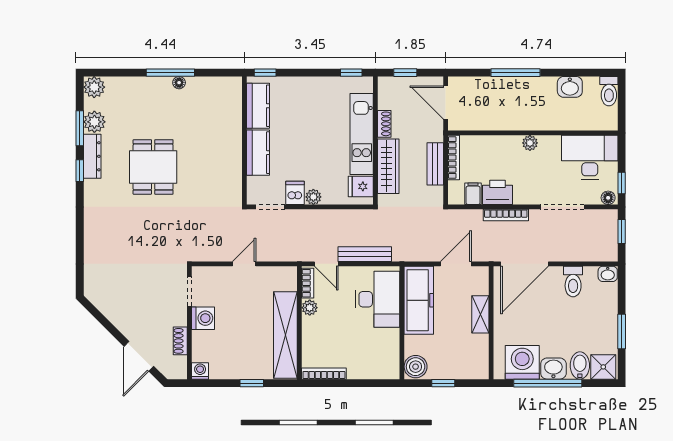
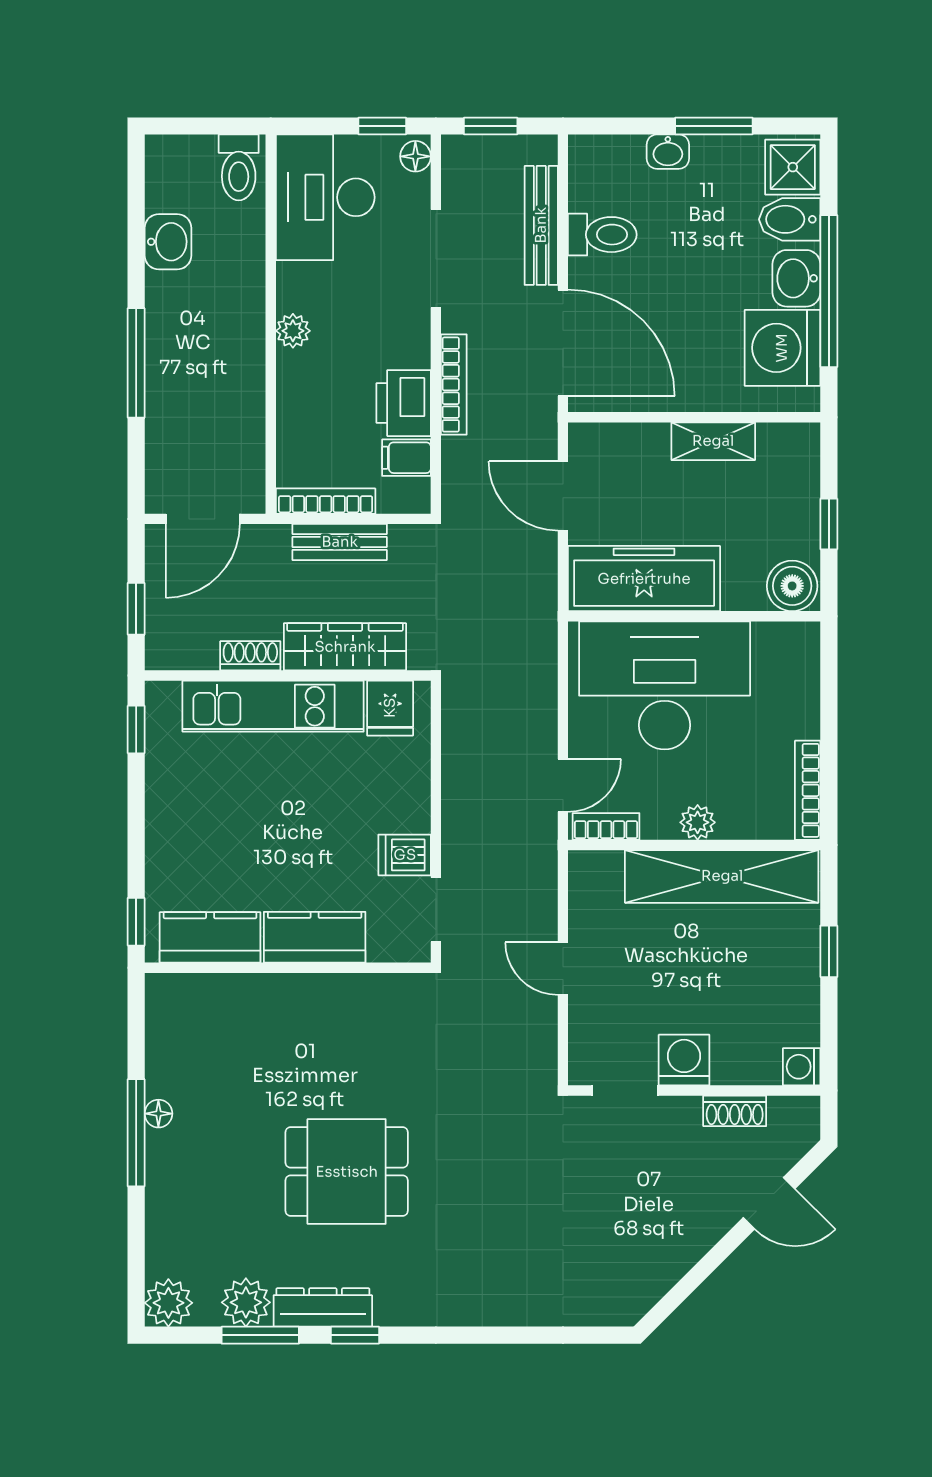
toilet: (609, 91) -> (239, 167), moved, turned 90
plant: (313, 197) -> (414, 814), removed
bench: (365, 254) -> (541, 225), moved
washbasin: (608, 274) -> (668, 152), moved, turned 90
desk: (378, 299) -> (665, 685), width x1.36, depth x1.30
plant: (310, 308) -> (698, 822), moved
shelving: (480, 314) -> (713, 441), moved
door: (139, 356) -> (769, 1203), width x0.73

